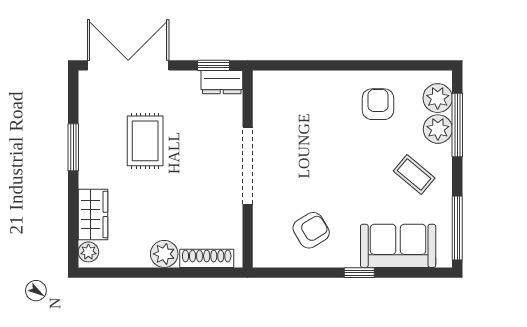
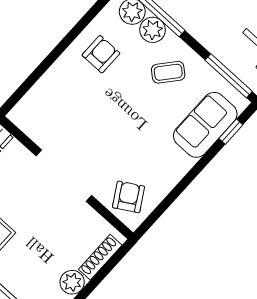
armchair: (378, 104) -> (101, 54), turned 90
armchair: (311, 230) -> (128, 197), moved
window: (359, 273) -> (231, 132), moved

